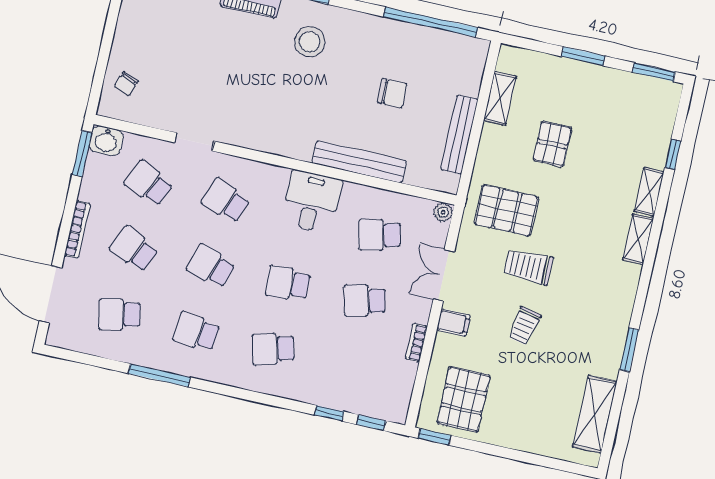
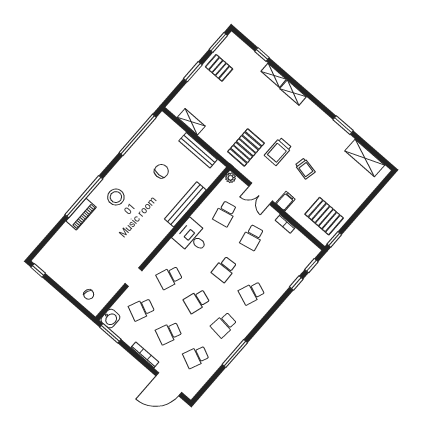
pallet: (552, 144) -> (219, 68), moved
school desk: (119, 315) -> (196, 357), turned 36
school desk: (273, 349) -> (252, 293), turned 36

